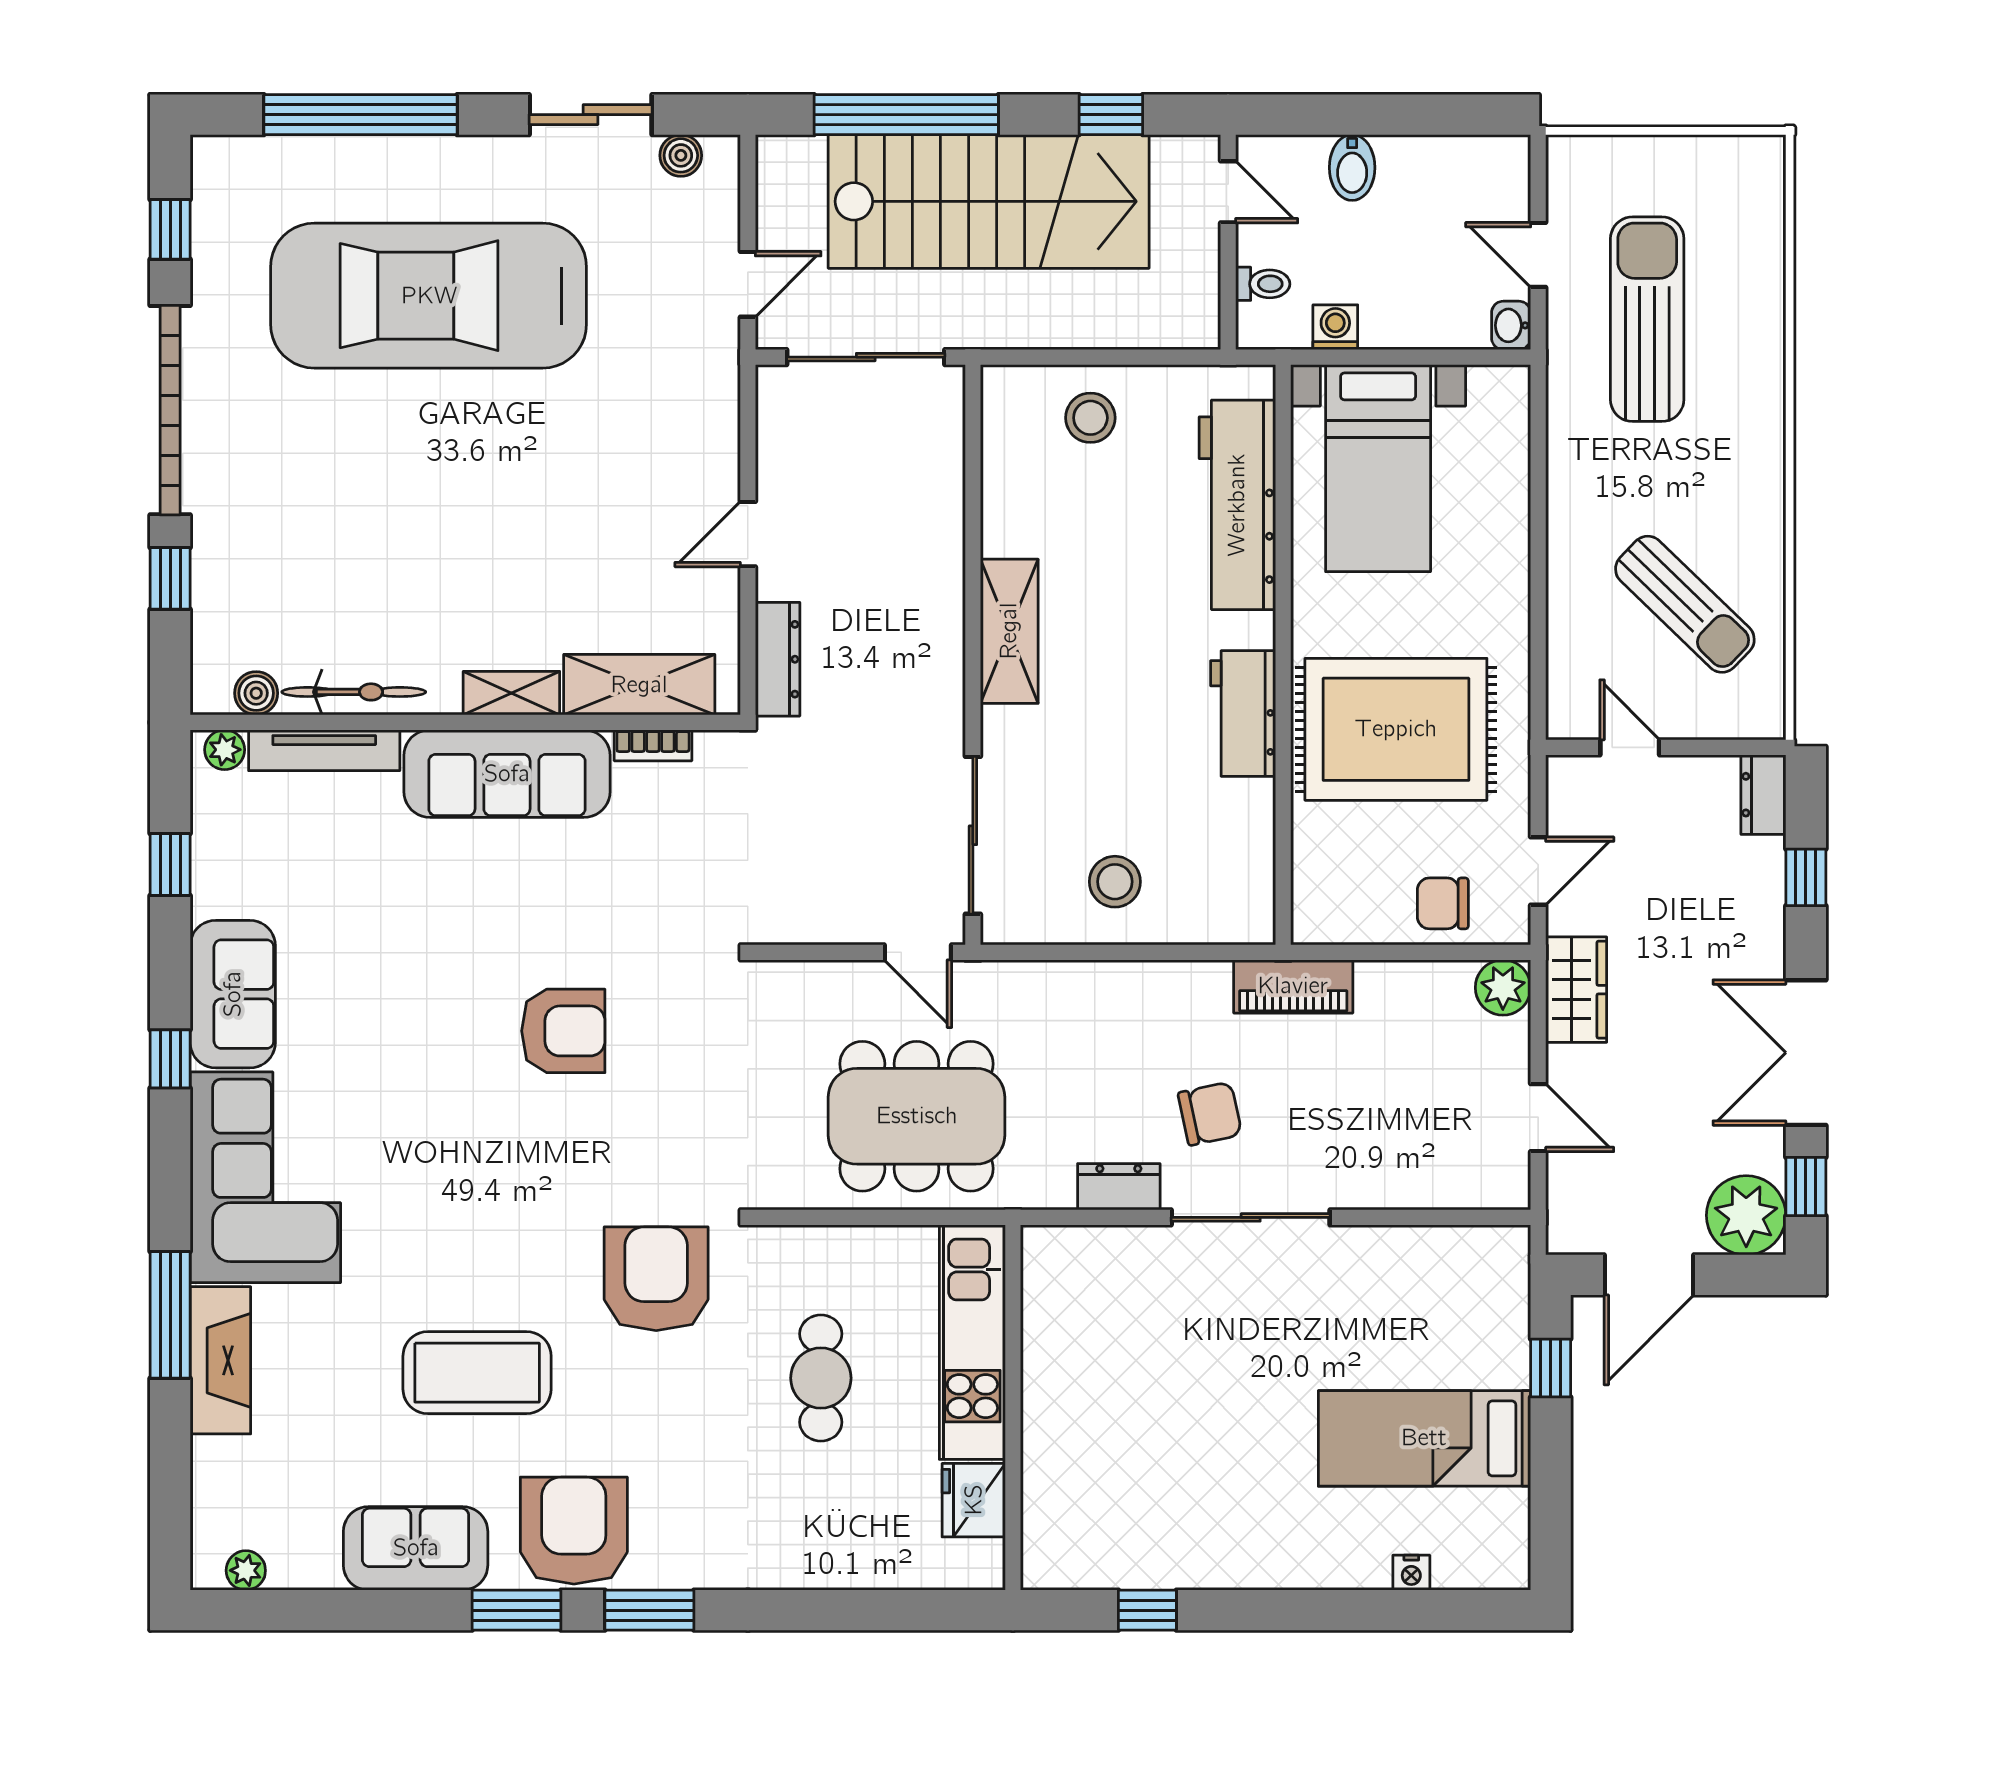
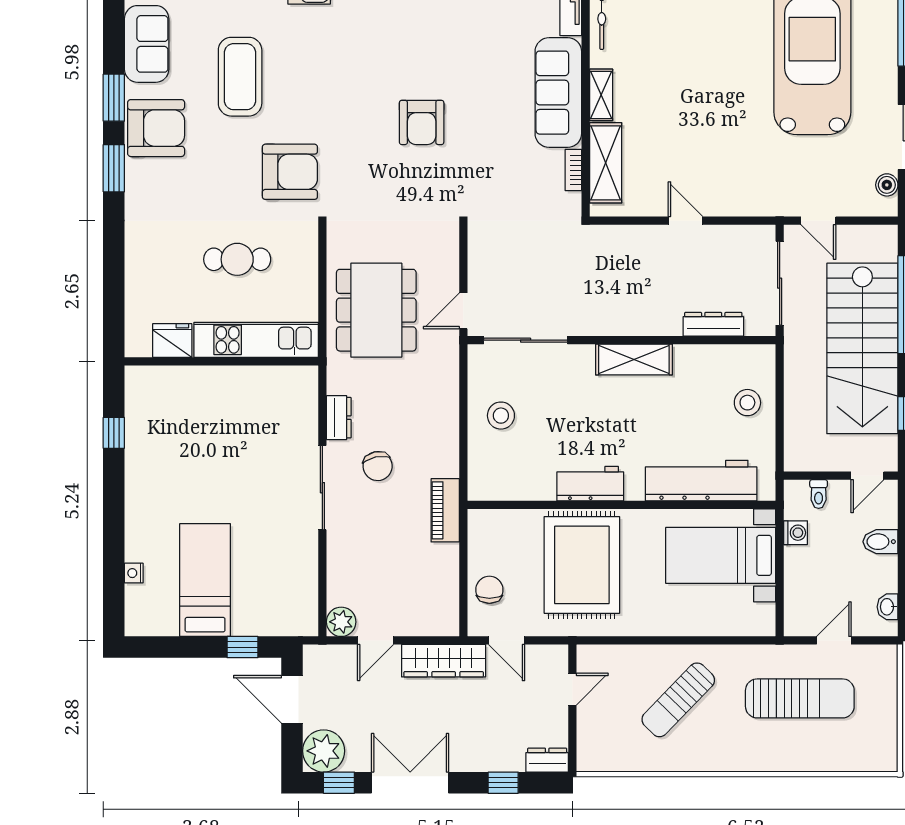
washbasin: (1511, 325) -> (888, 607), moved, turned -90
sun lounger: (1685, 604) -> (678, 700), moved
dresser: (778, 659) -> (713, 324), moved, turned 180
plant: (1503, 988) -> (341, 622), moved
wardrobe: (1576, 990) -> (444, 661), width x1.50

